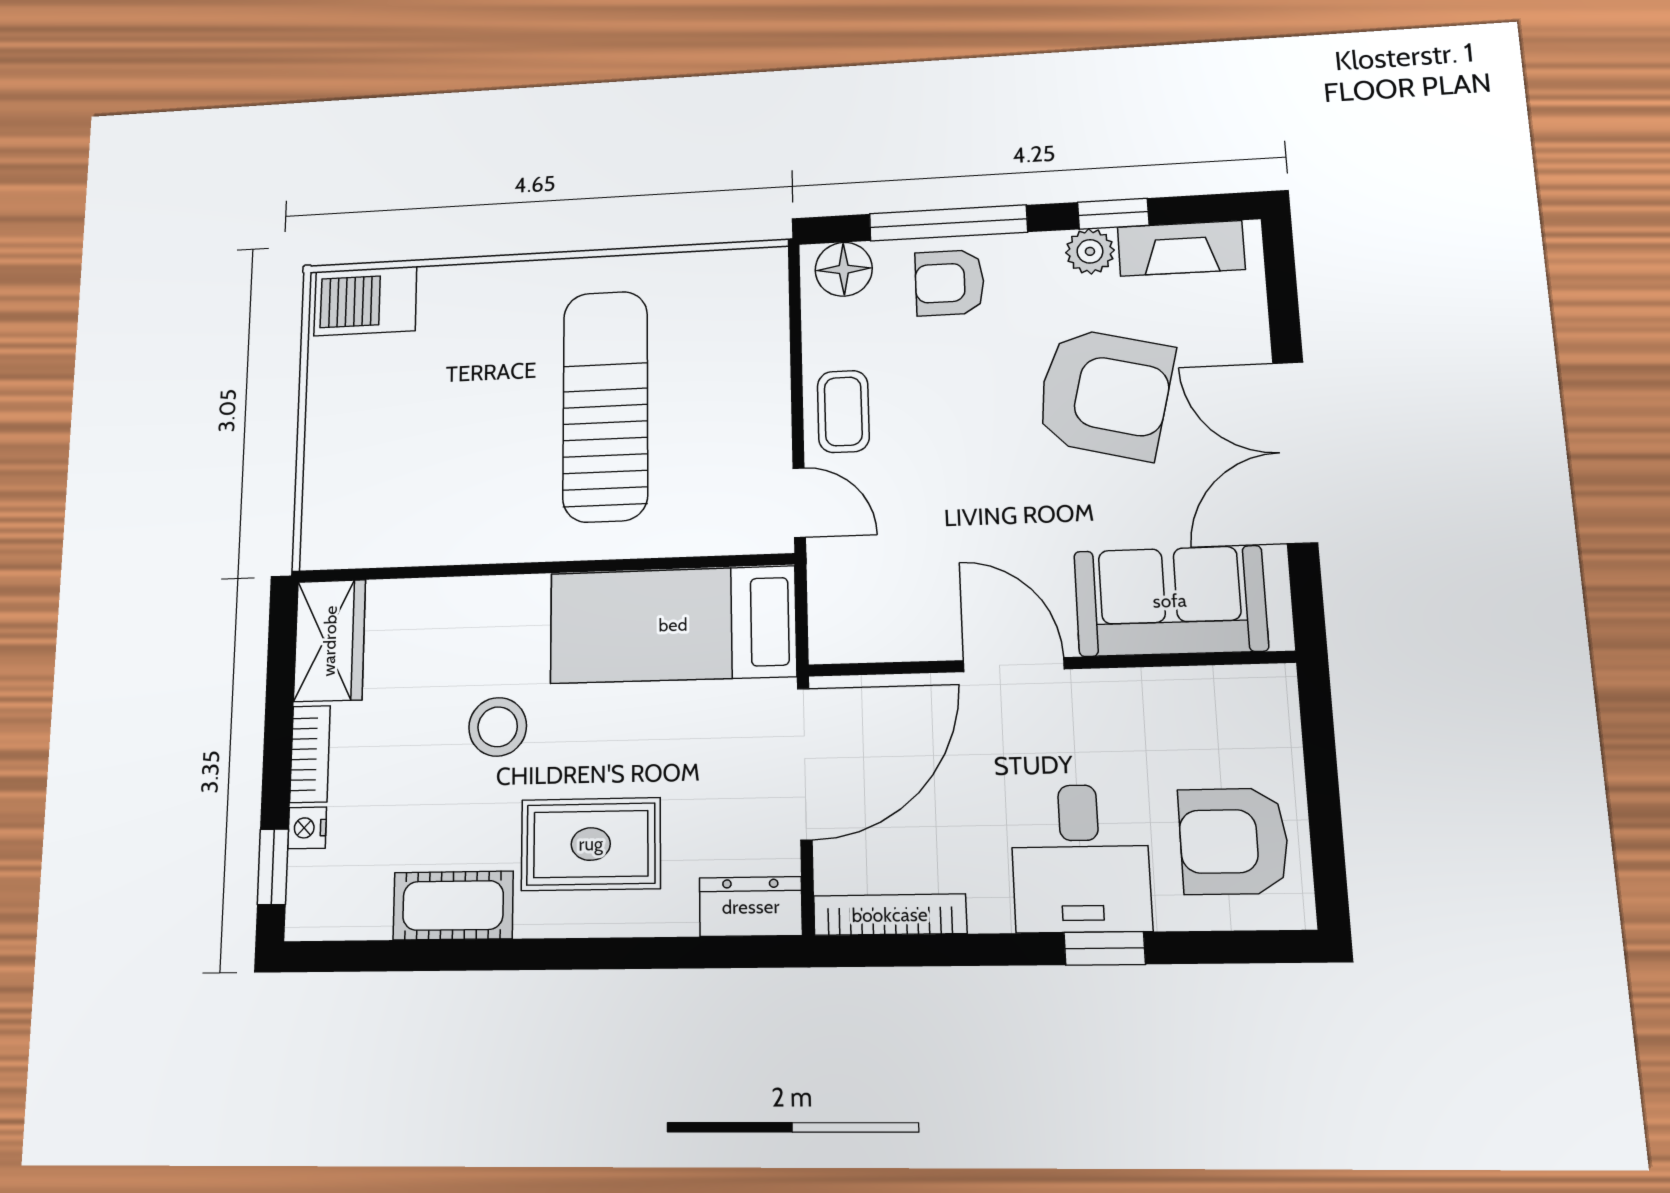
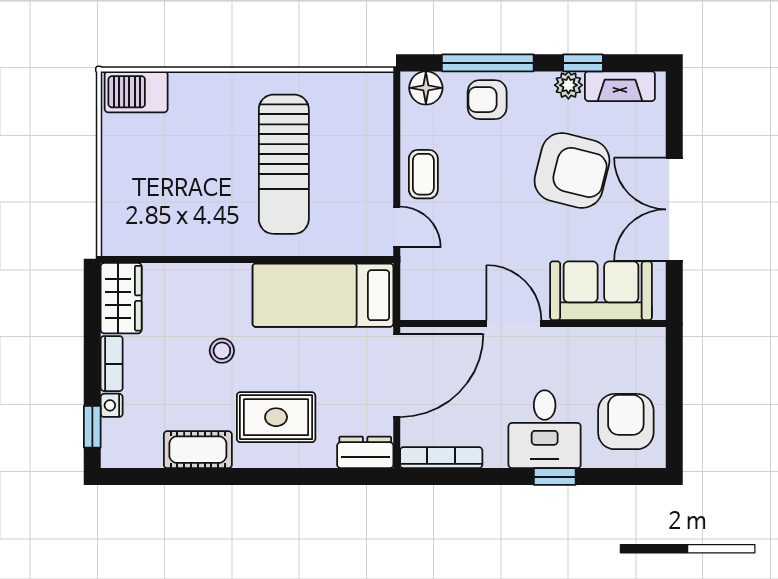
sun lounger: (605, 406) -> (284, 164), turned 180
stool: (498, 727) -> (222, 351), width x0.73, depth x0.73
armchair: (1234, 841) -> (626, 422), turned 90

